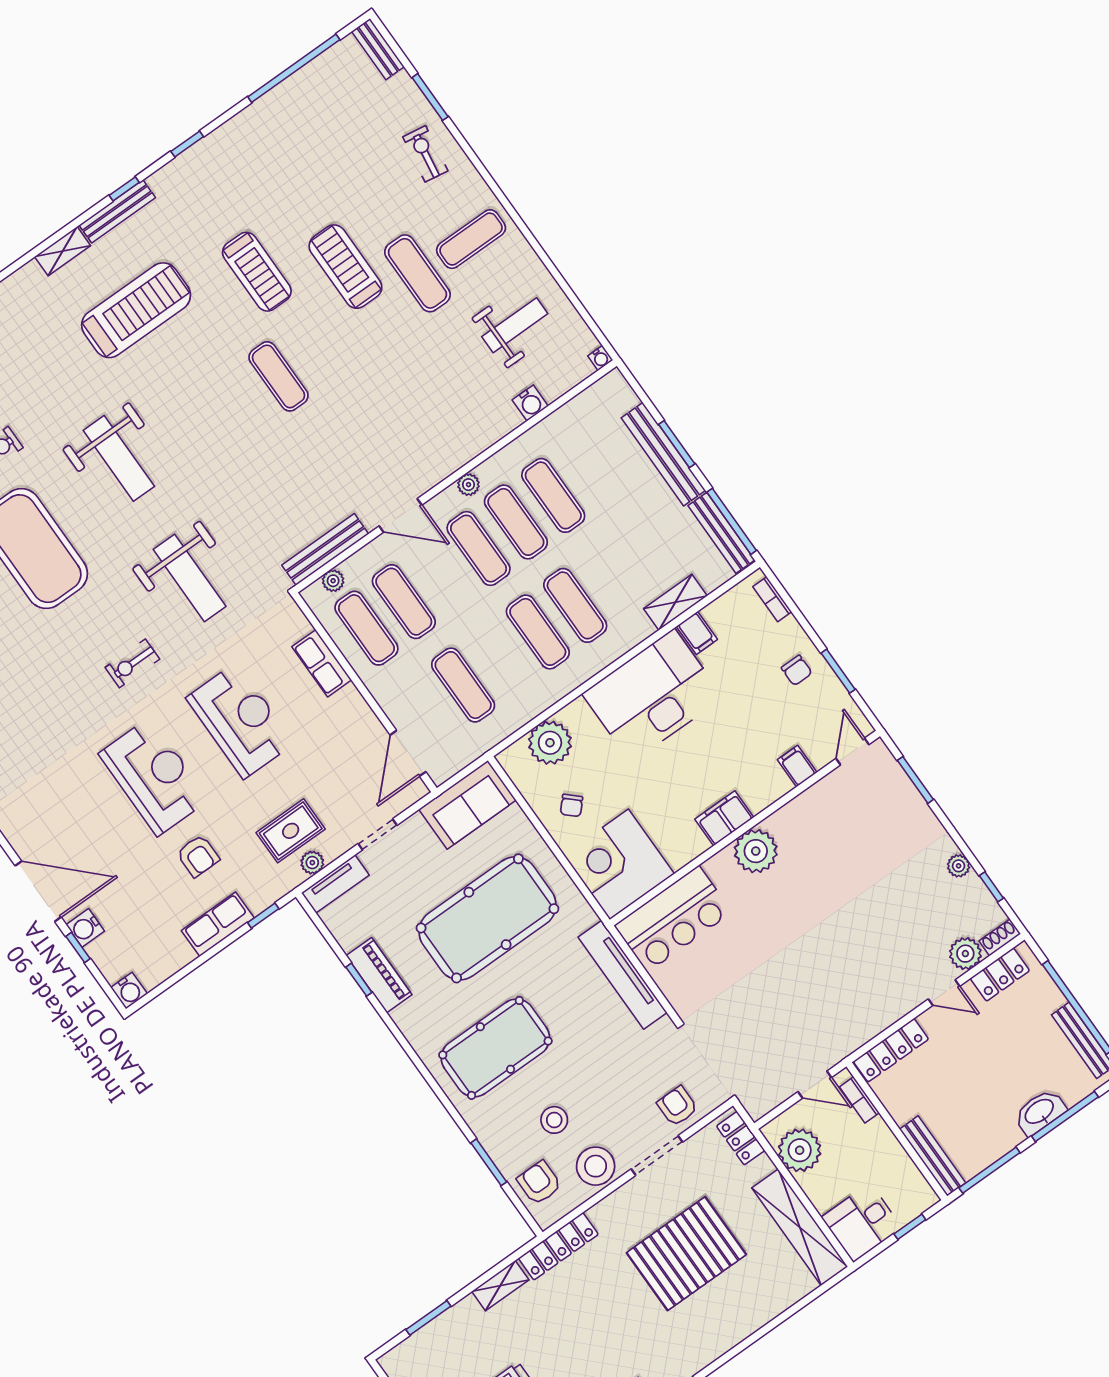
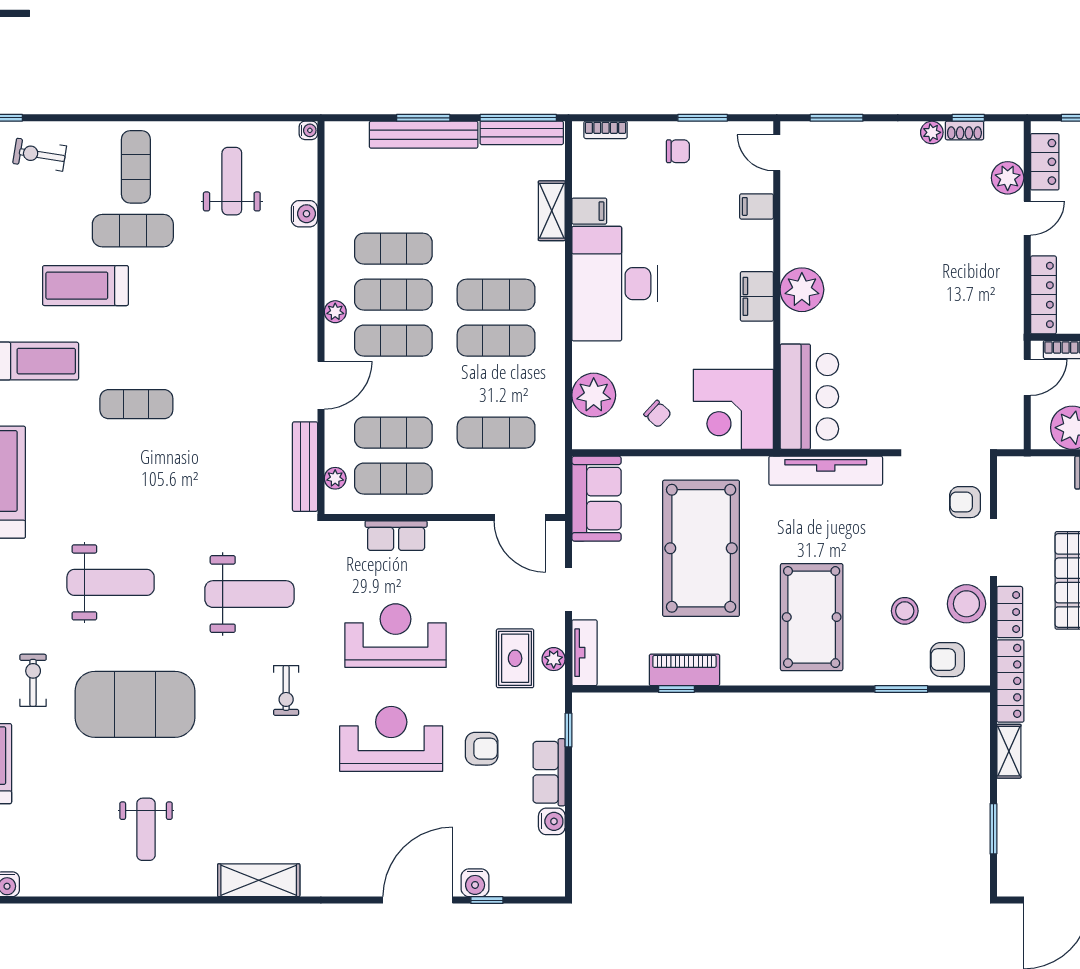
shoe rack: (1000, 938) -> (964, 131), moved, turned -90
water cooler: (129, 991) -> (552, 821), moved
locker: (741, 1138) -> (1010, 612), moved, turned -90

